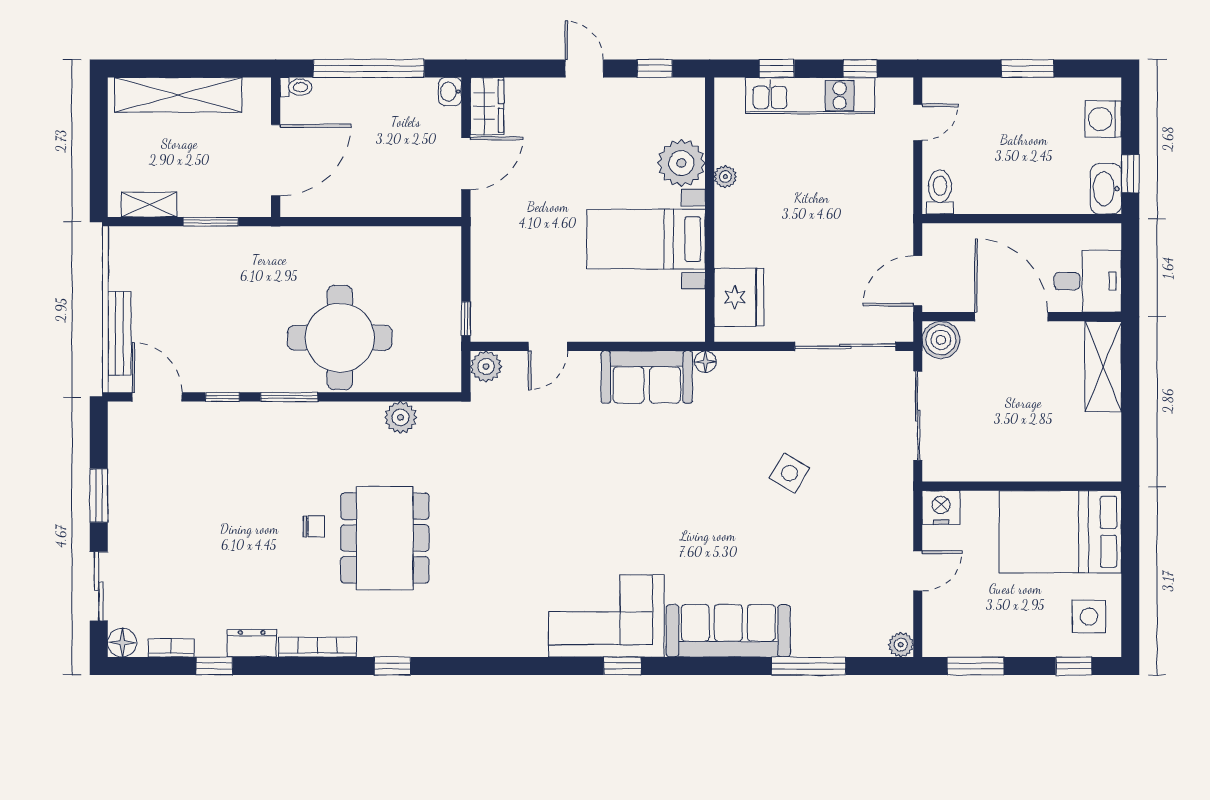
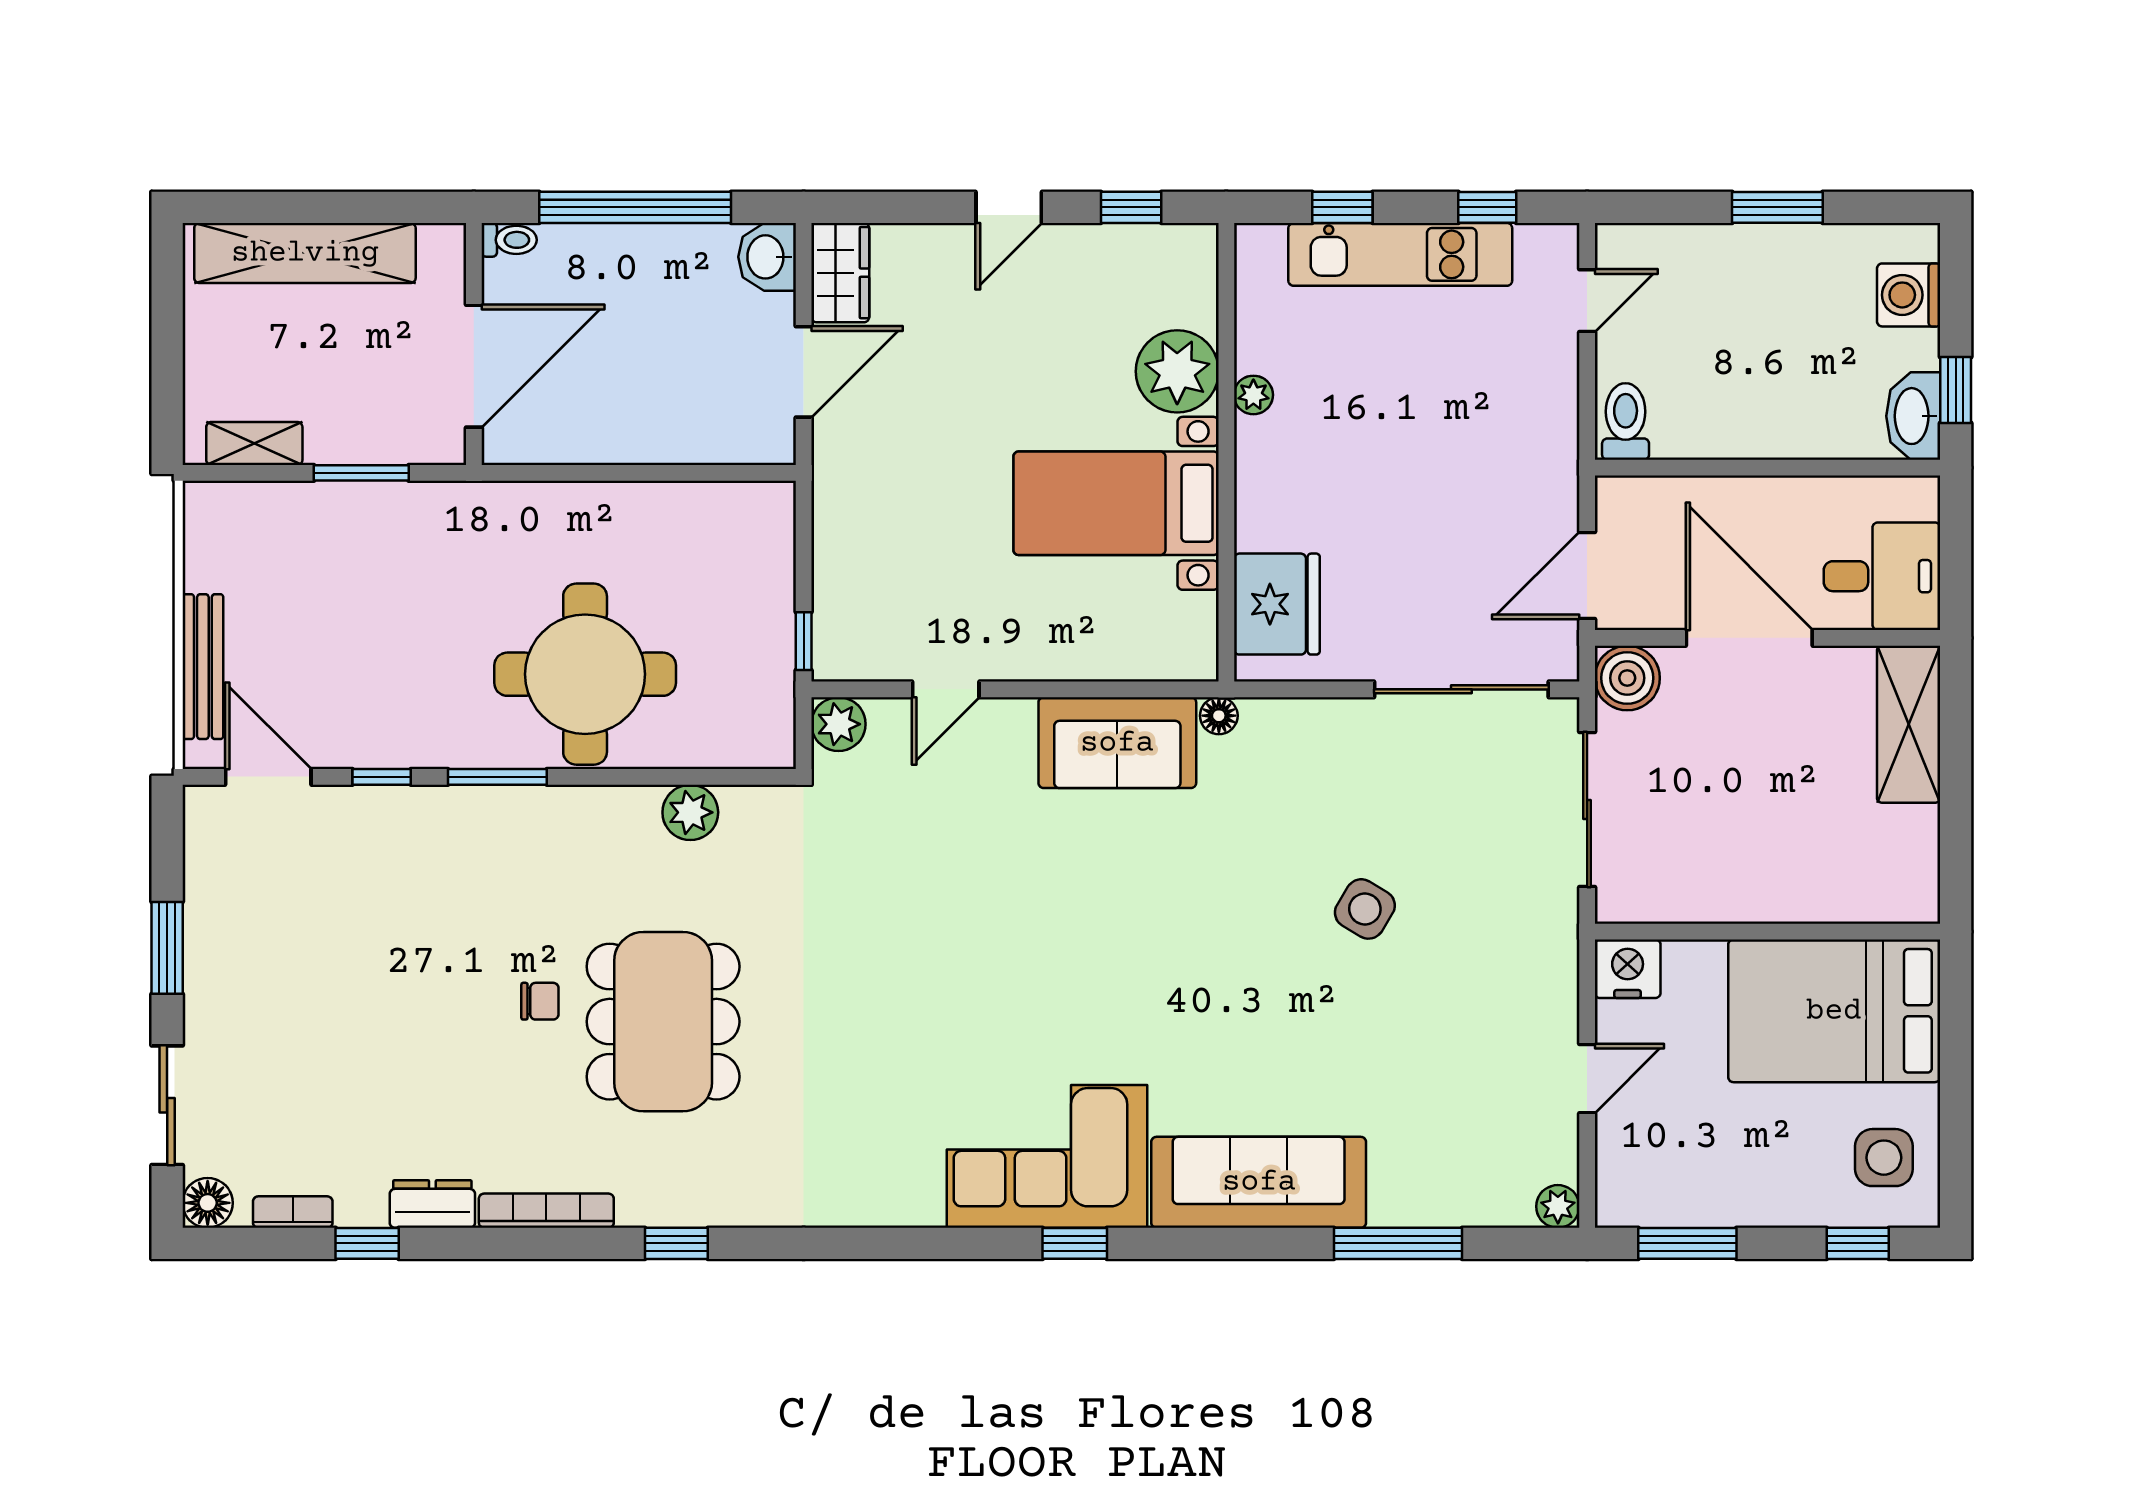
door: (584, 68) -> (1009, 207), swing flipped
washbasin: (450, 92) -> (767, 257), width x1.38, depth x1.45

